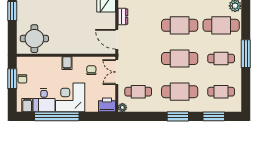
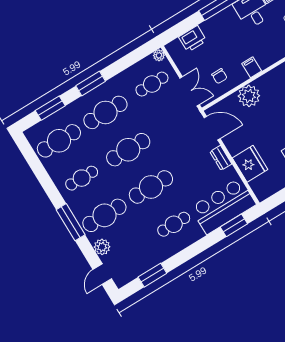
plant: (80, 46) -> (249, 96), added
window: (246, 54) -> (71, 222), moved
cafe table: (221, 92) -> (59, 141), width x1.37, depth x1.35
corner desk: (70, 97) -> (224, 31), removed
printer: (107, 105) -> (193, 39), moved

